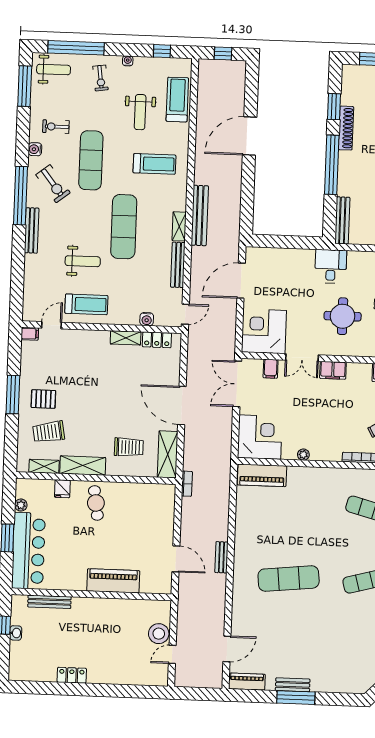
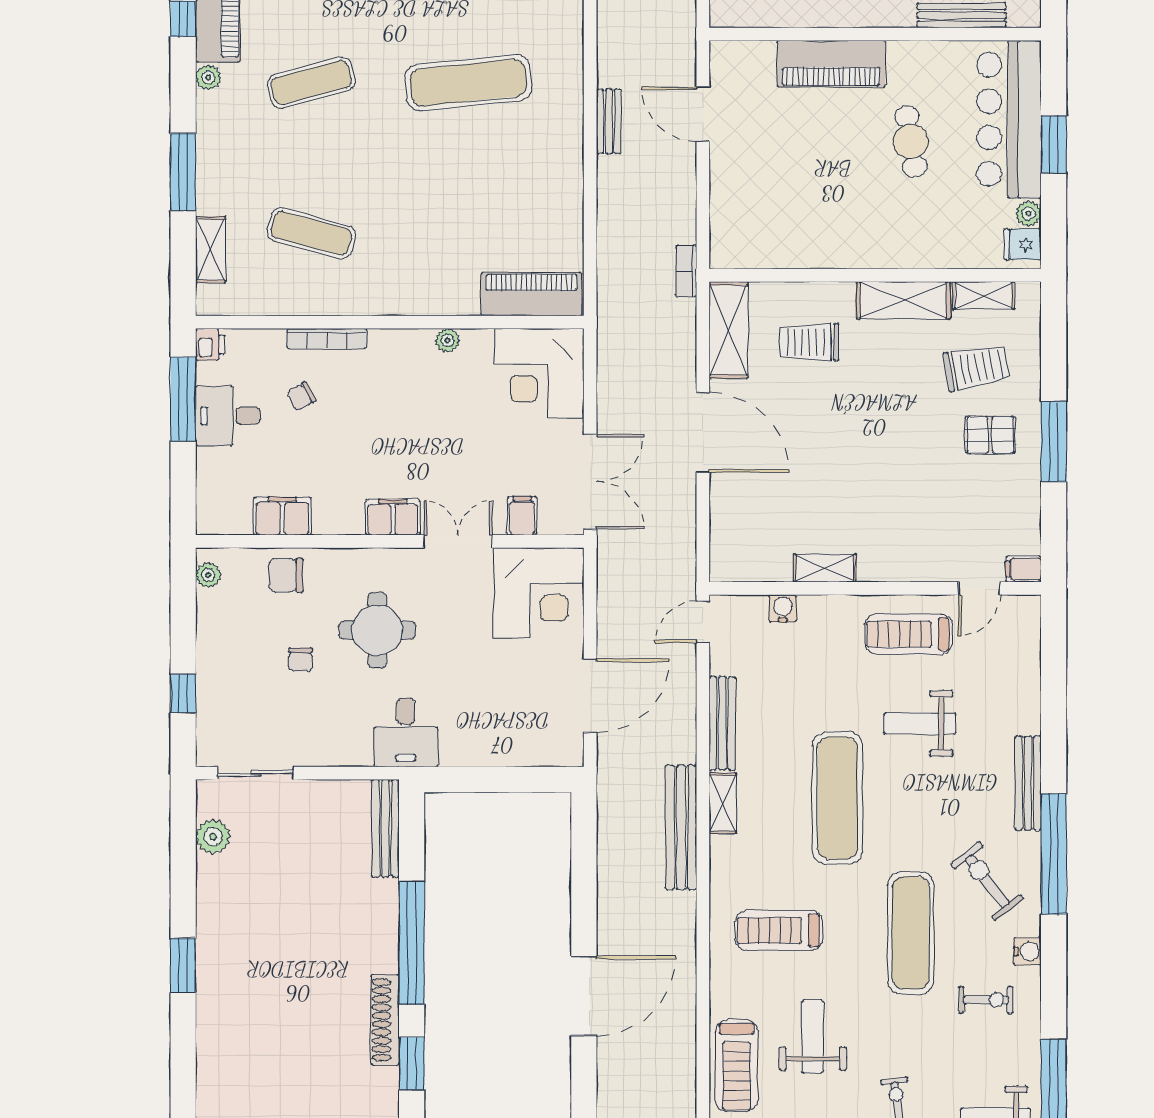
locker: (157, 340) -> (760, 566), removed
fridge: (62, 489) -> (1023, 244), moved, turned -90
cafe table: (96, 503) -> (911, 141), moved

